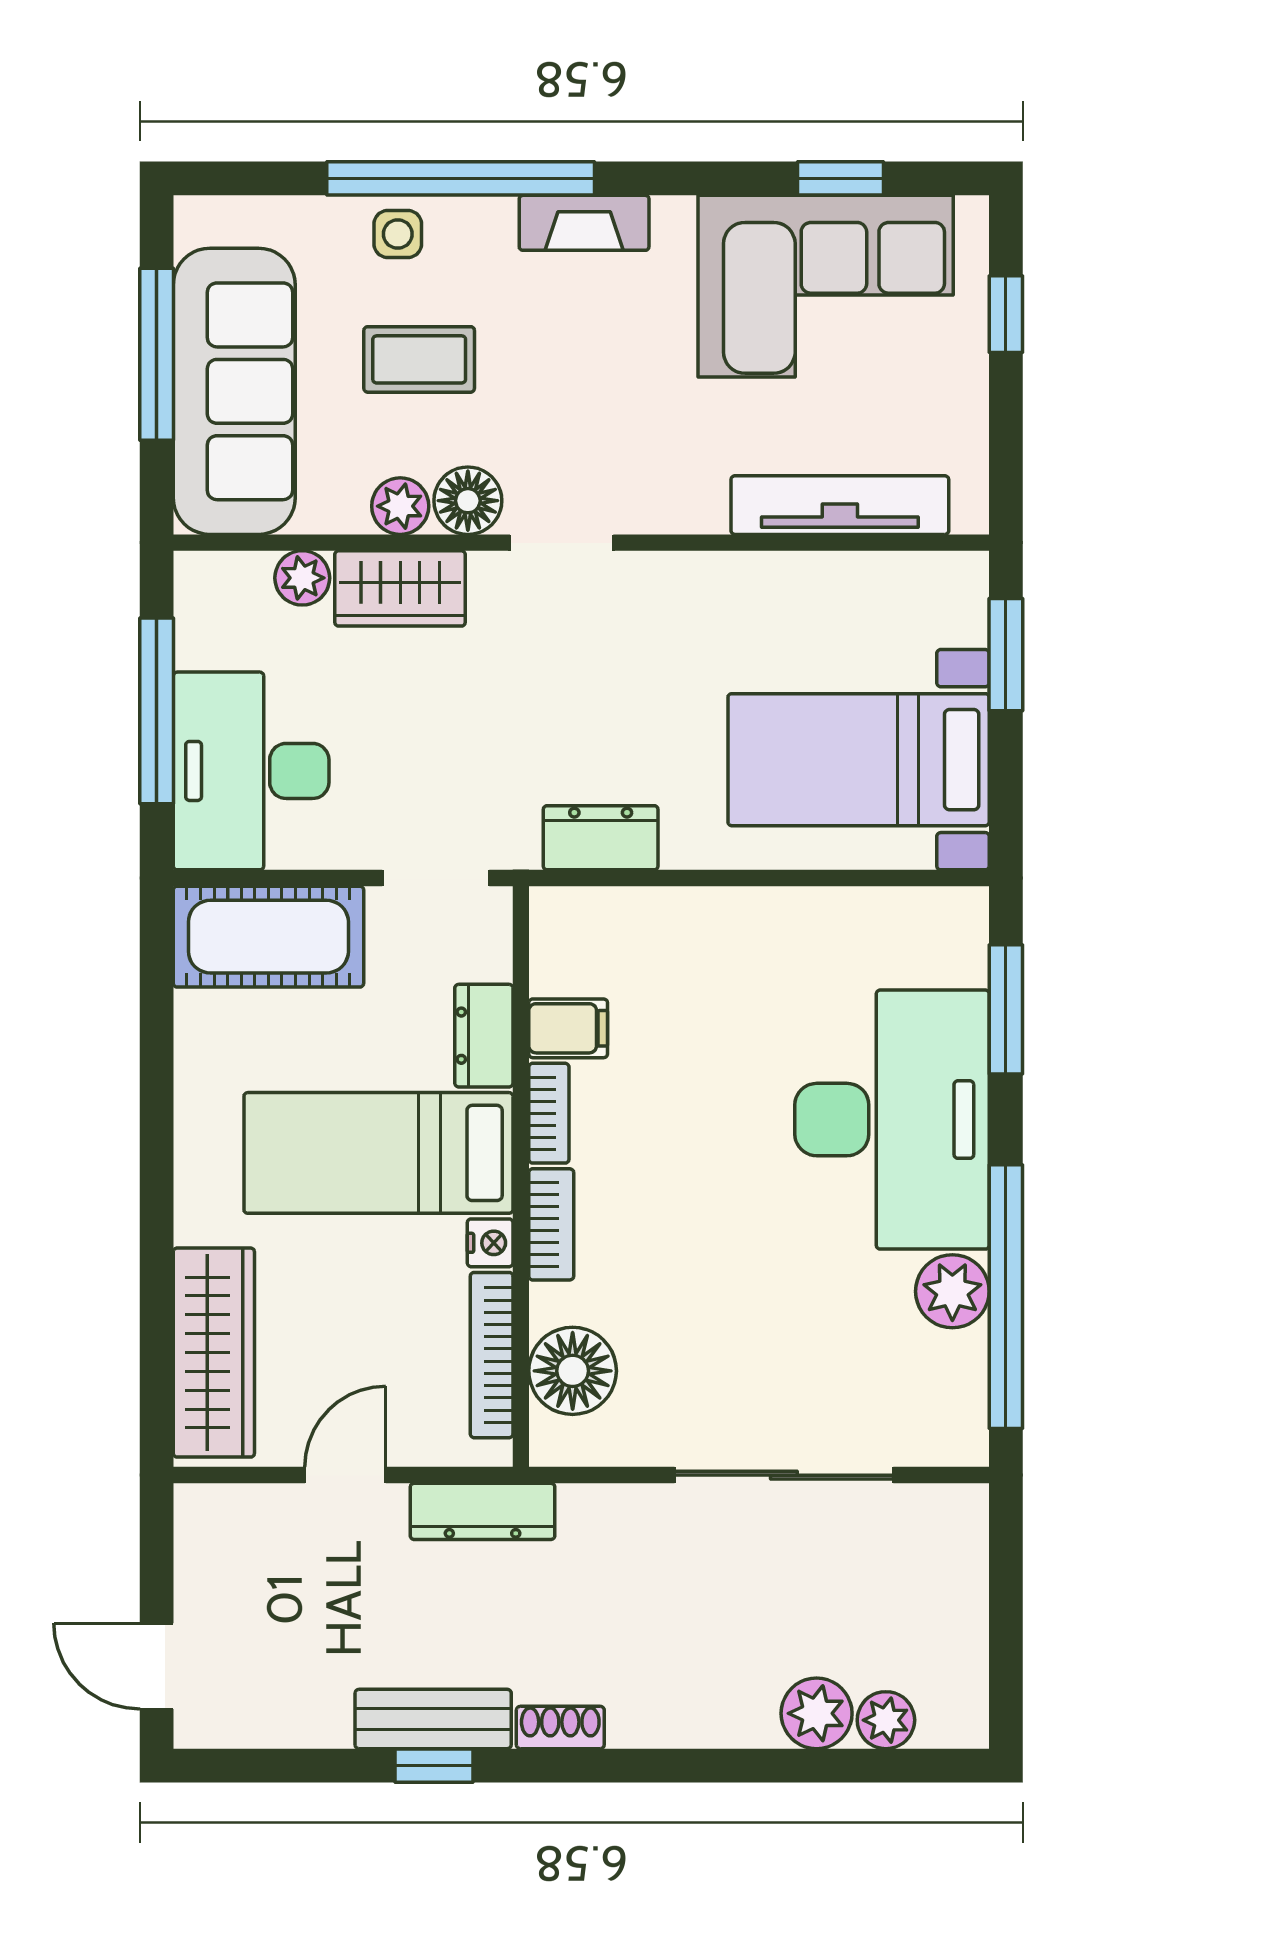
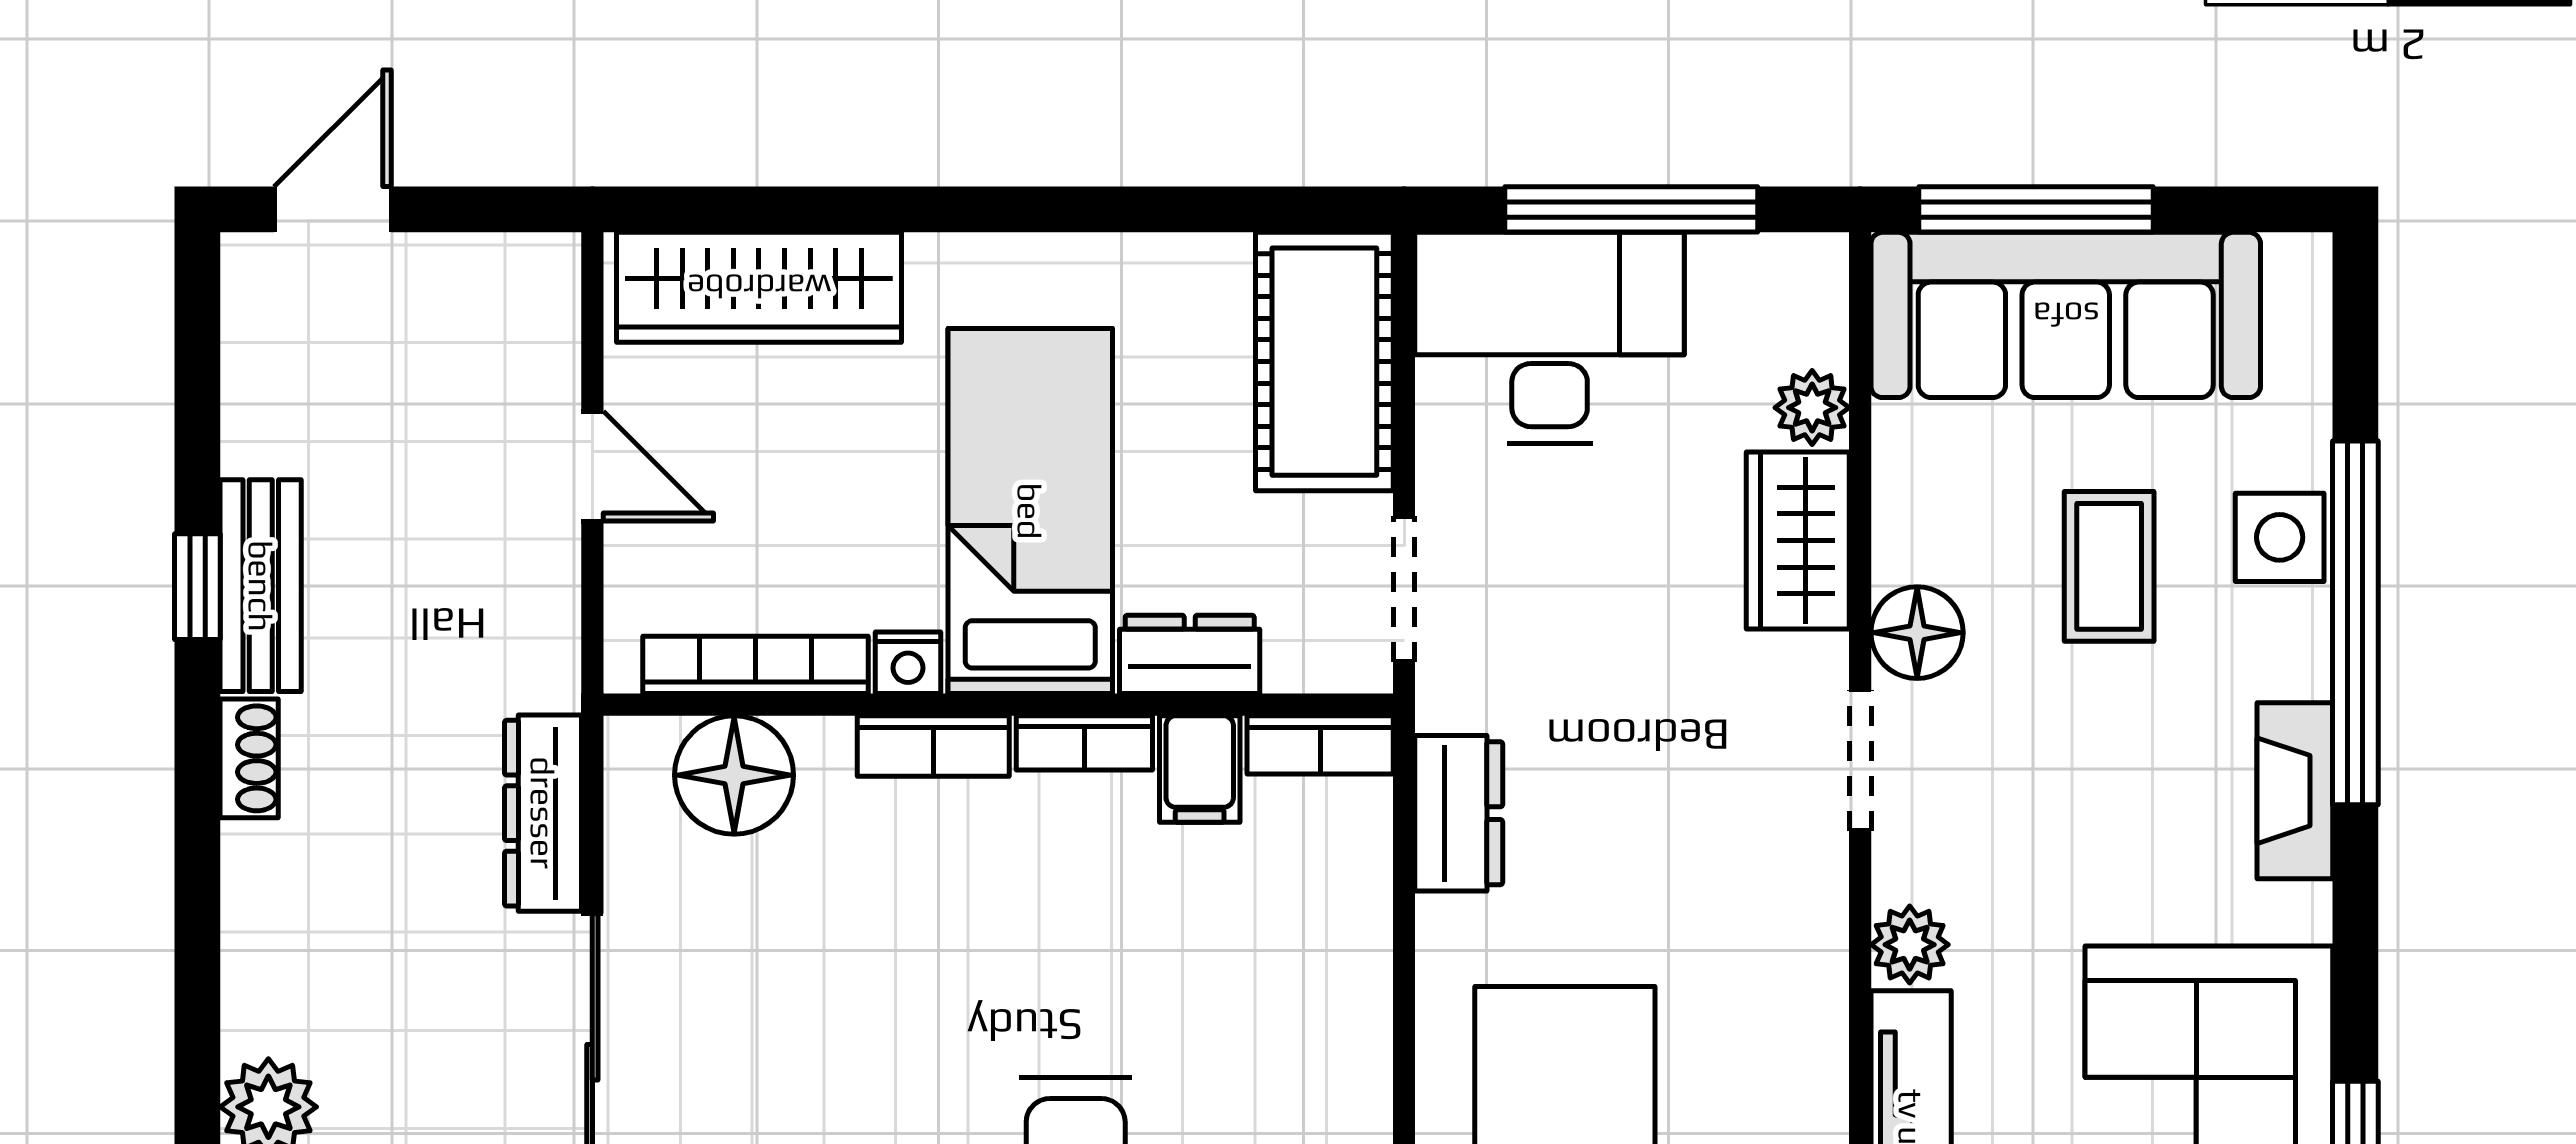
side table: (398, 234) -> (2280, 537), width x1.37, depth x1.37
window: (157, 354) -> (2036, 209), moved
plant: (400, 506) -> (1910, 945), moved
bookcase: (550, 940) -> (1320, 745), added
dresser: (483, 1511) -> (543, 813), moved

